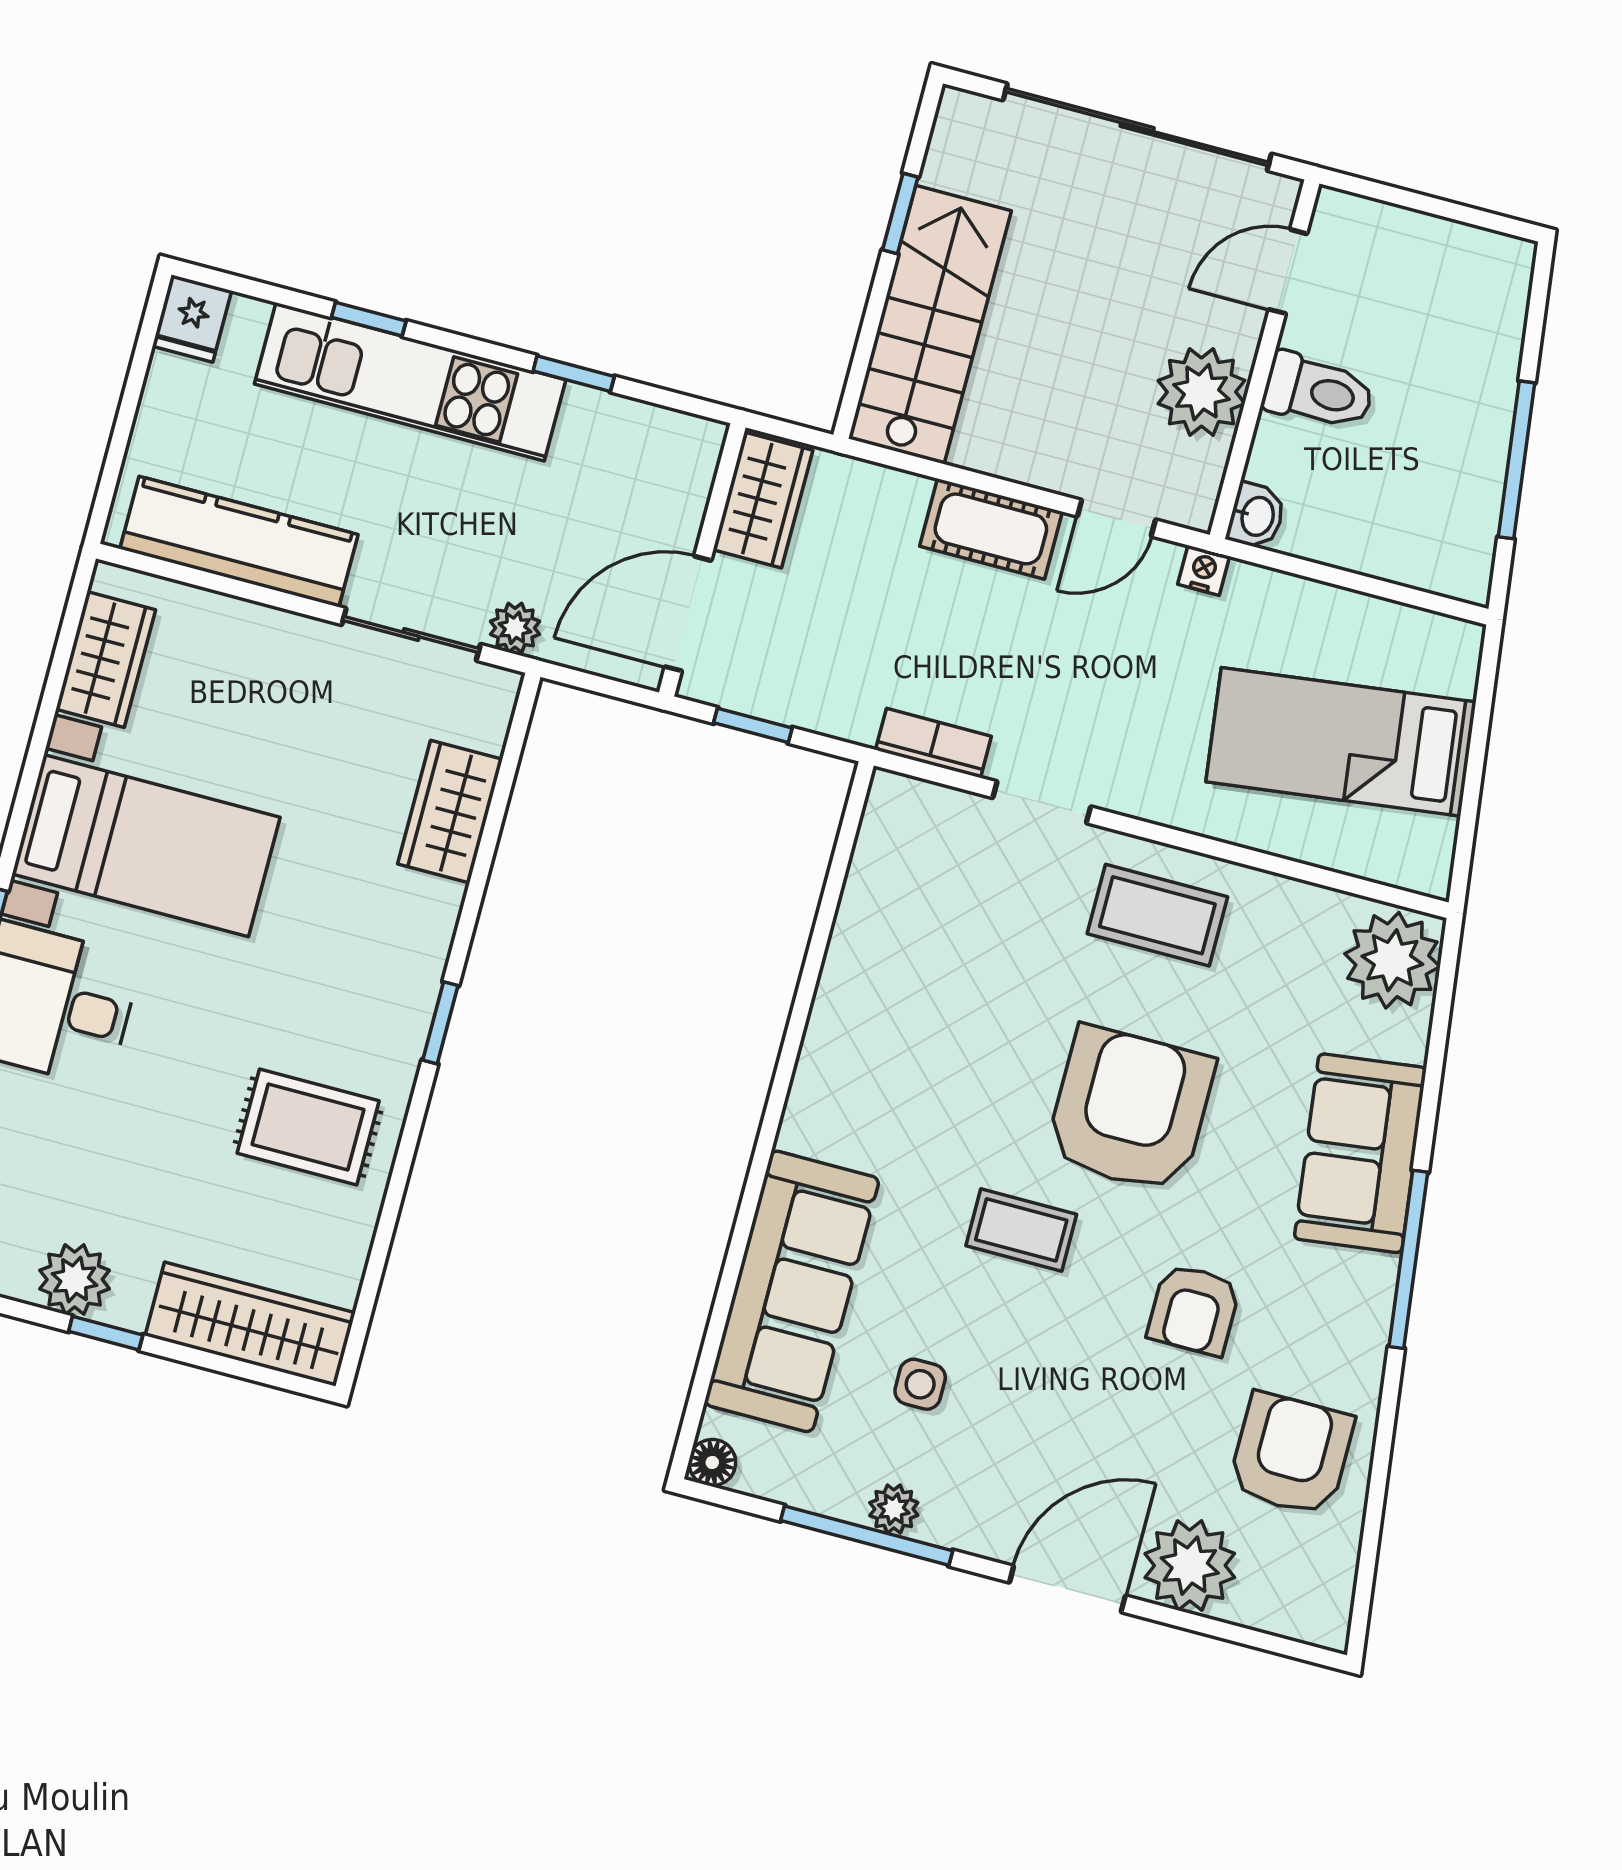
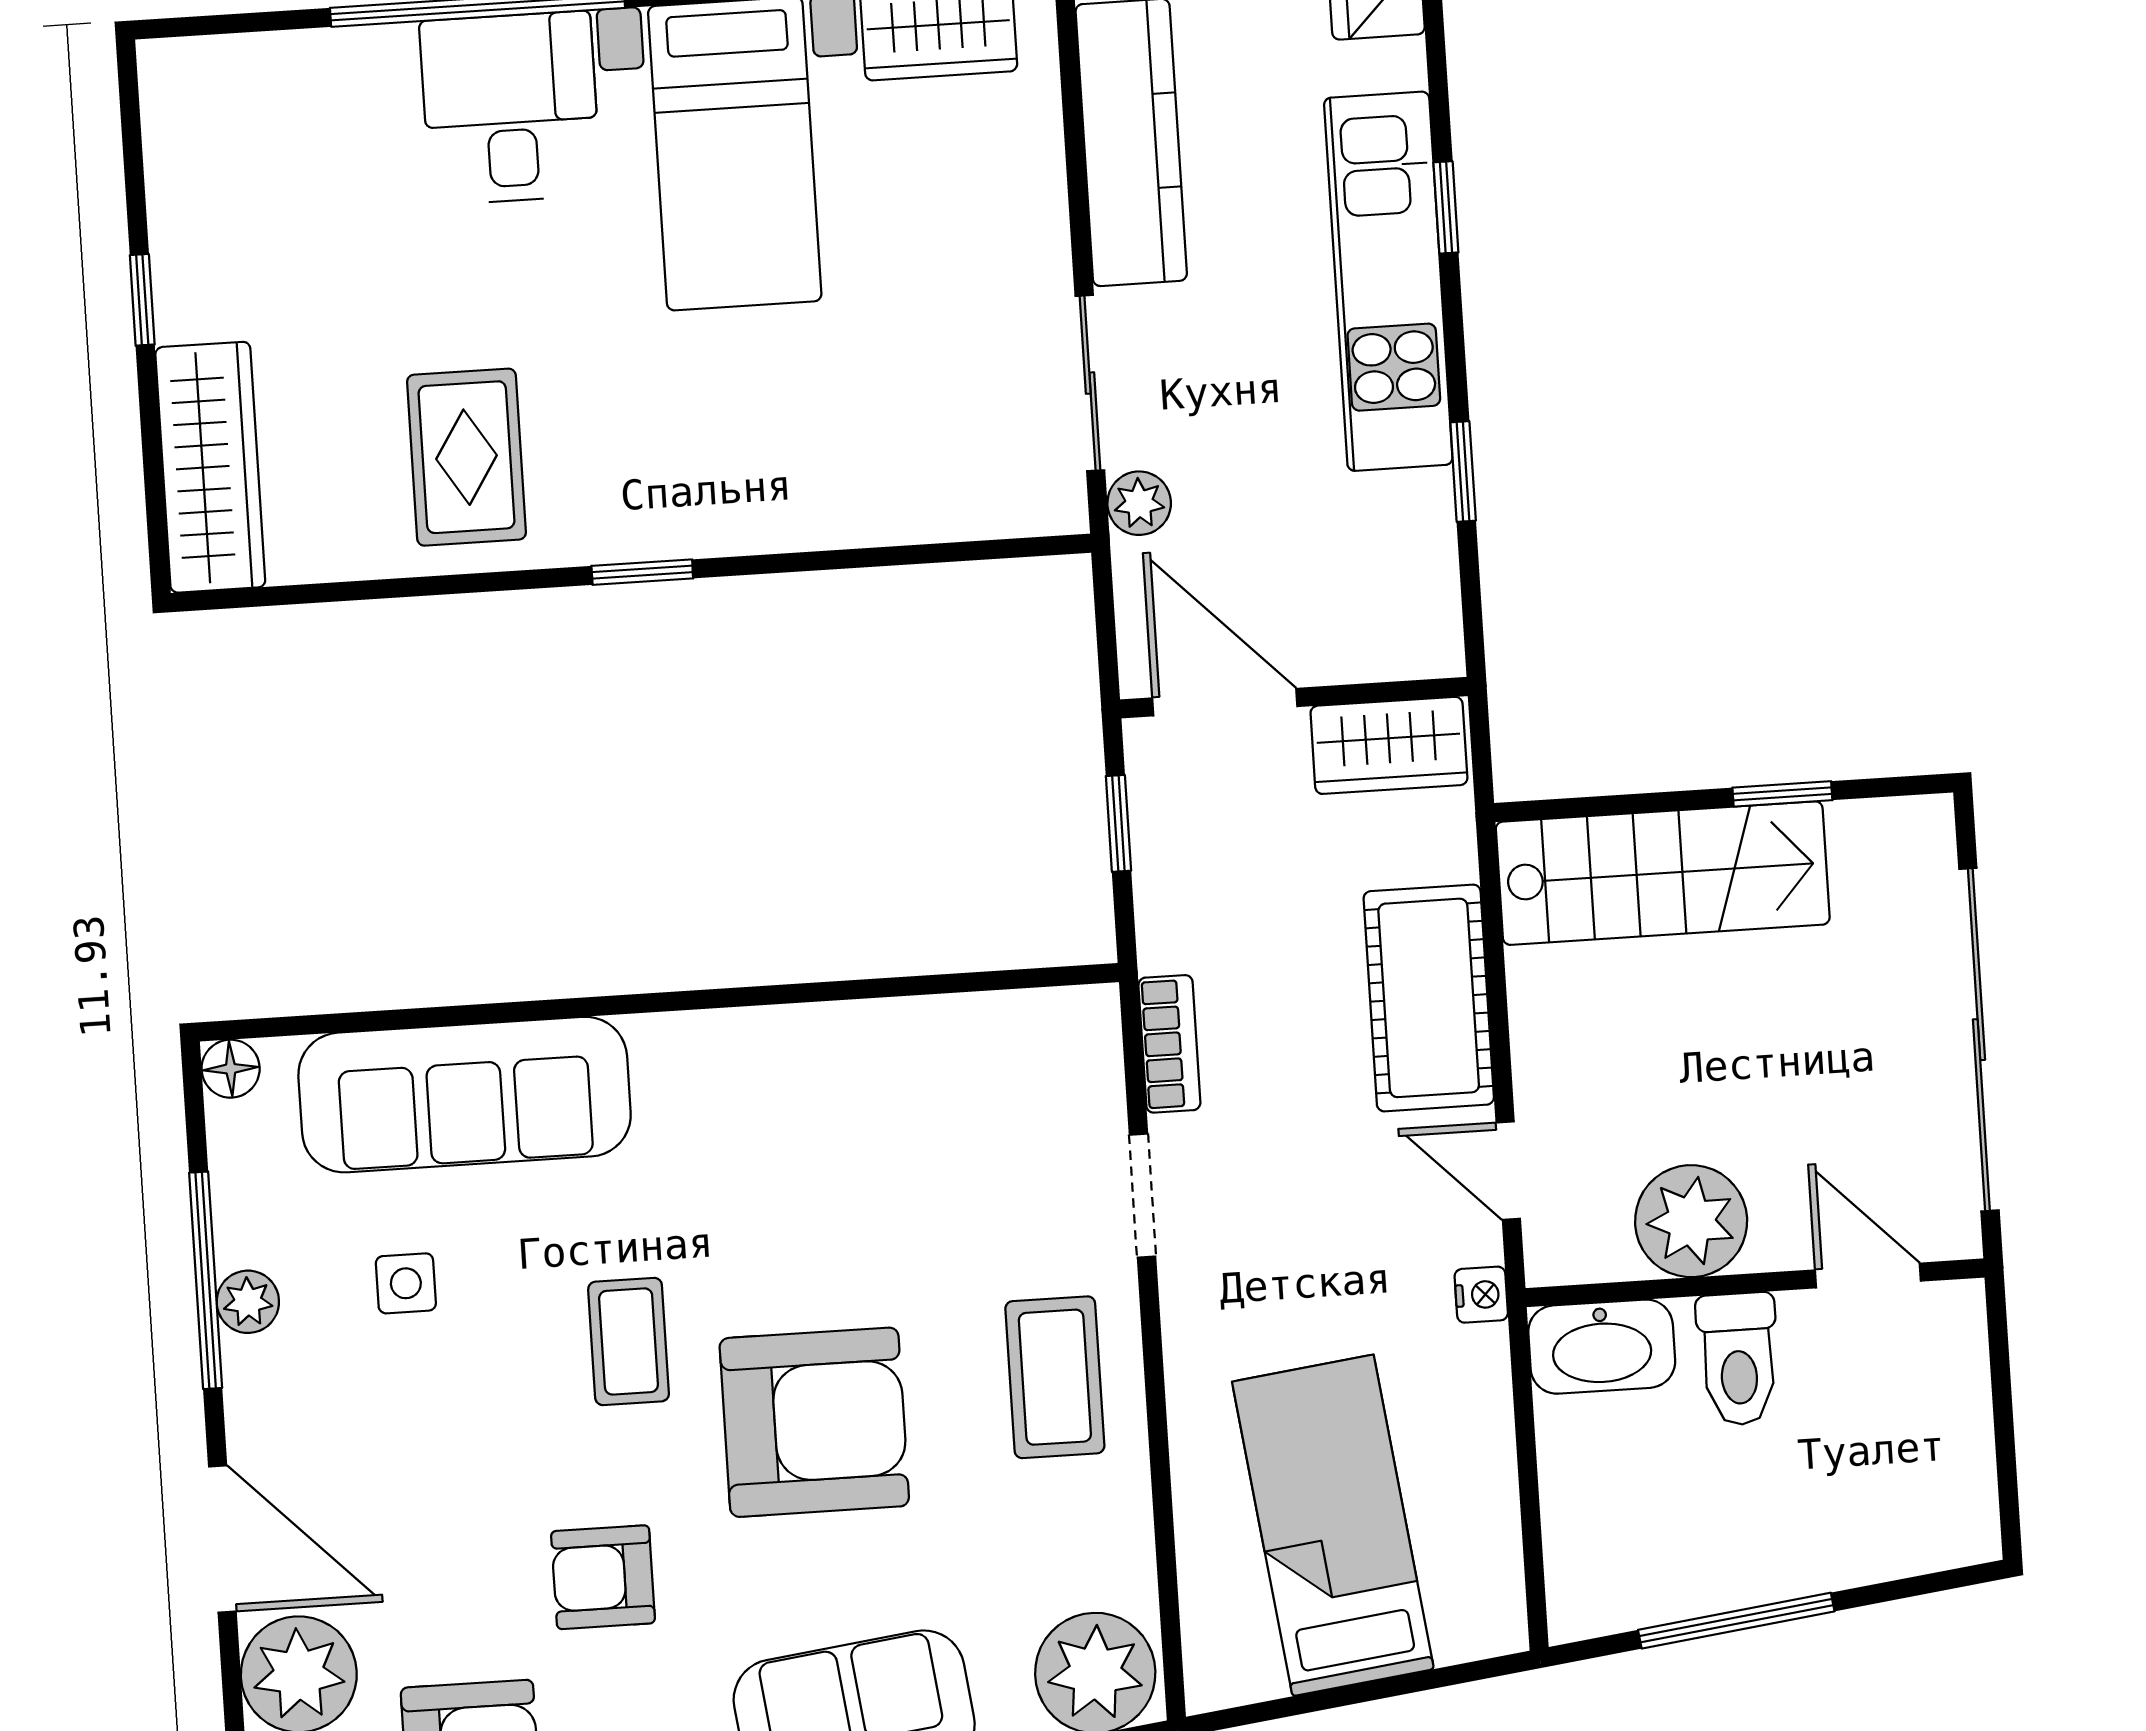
washbasin: (1256, 516) -> (1602, 1347), width x1.91, depth x1.45
cot: (991, 529) -> (1429, 998), width x1.37, depth x1.34
wardrobe: (450, 812) -> (896, 500), removed
plant: (75, 1280) -> (193, 242), removed

